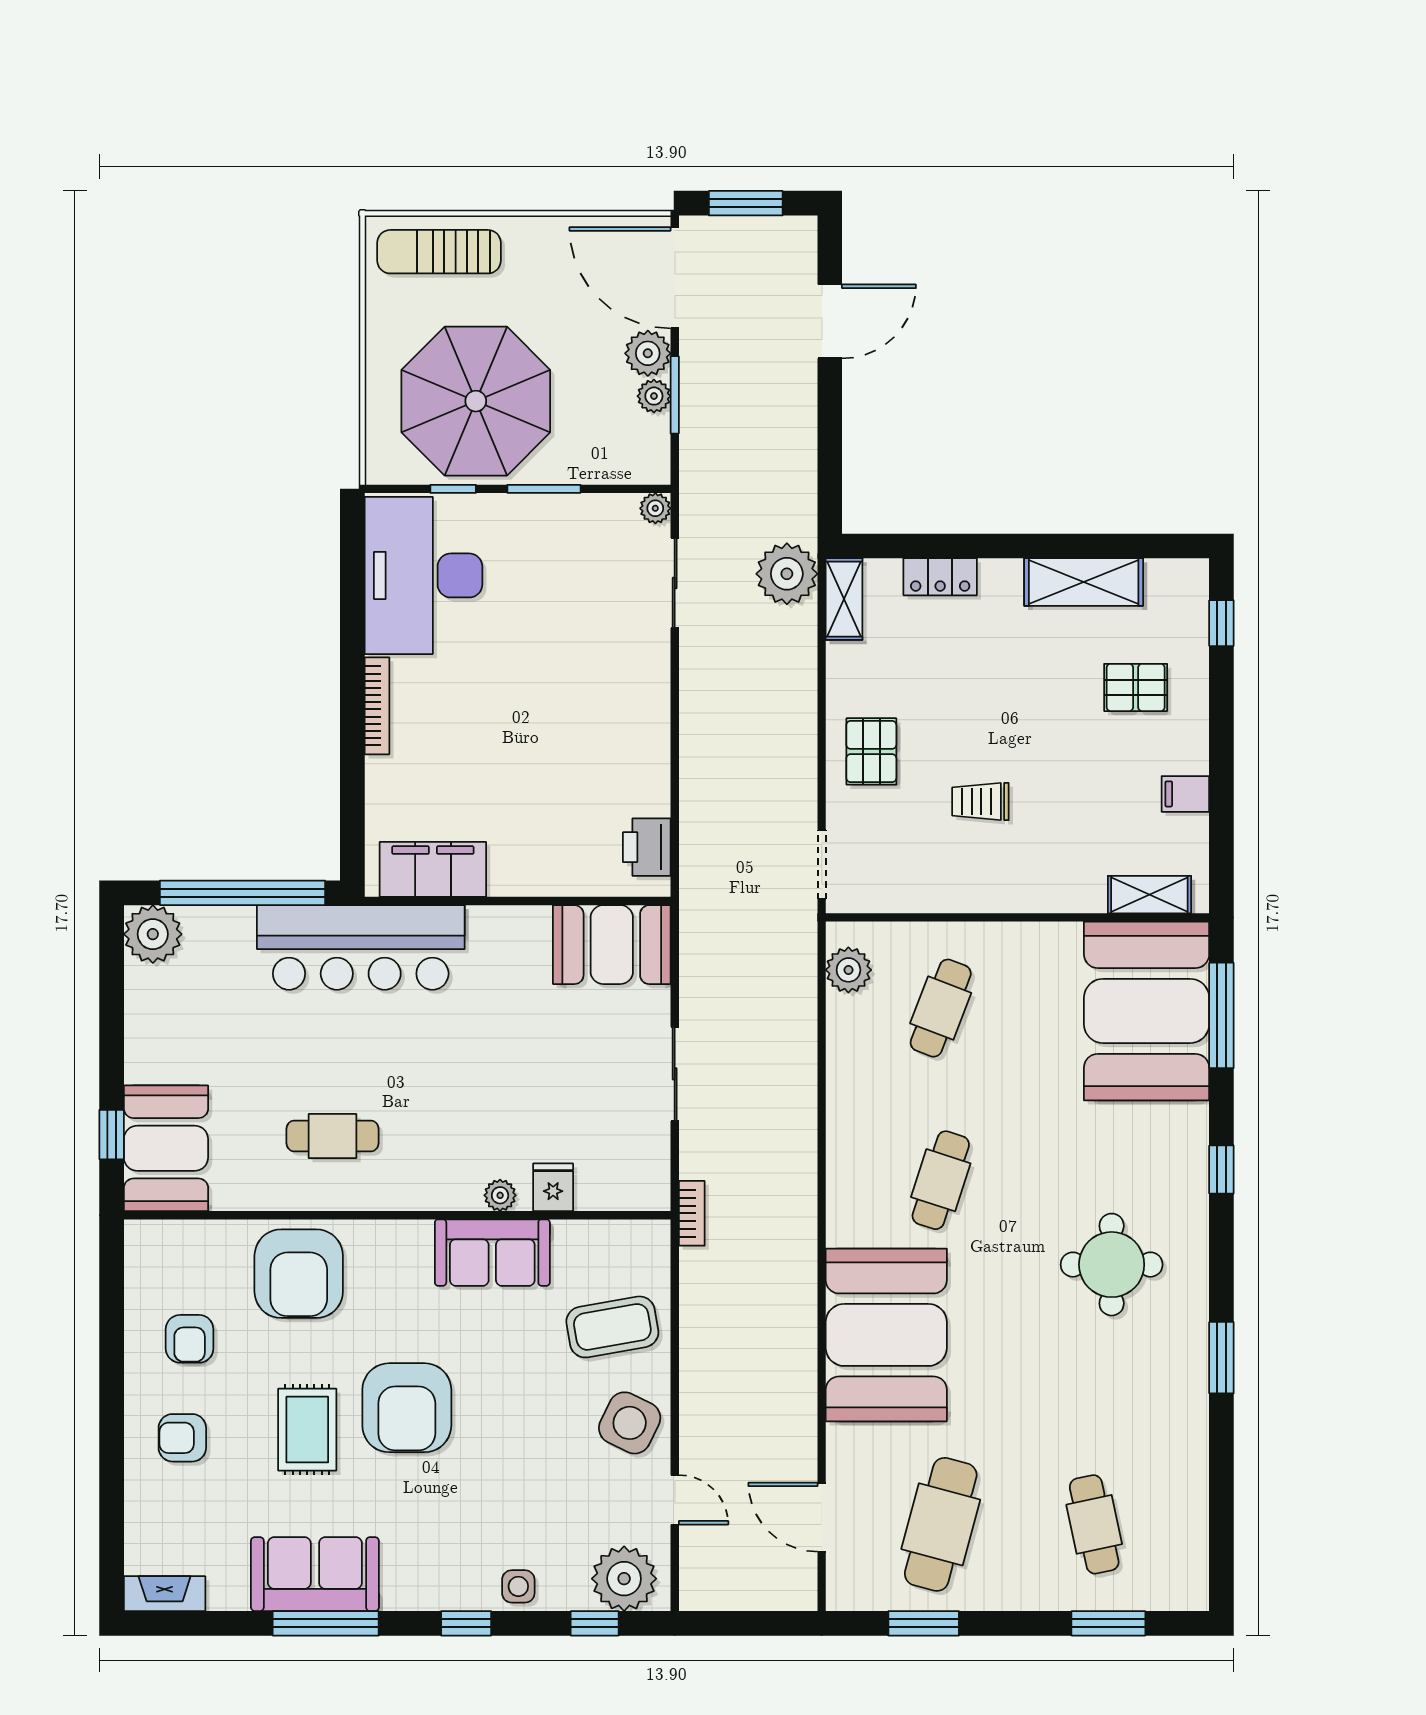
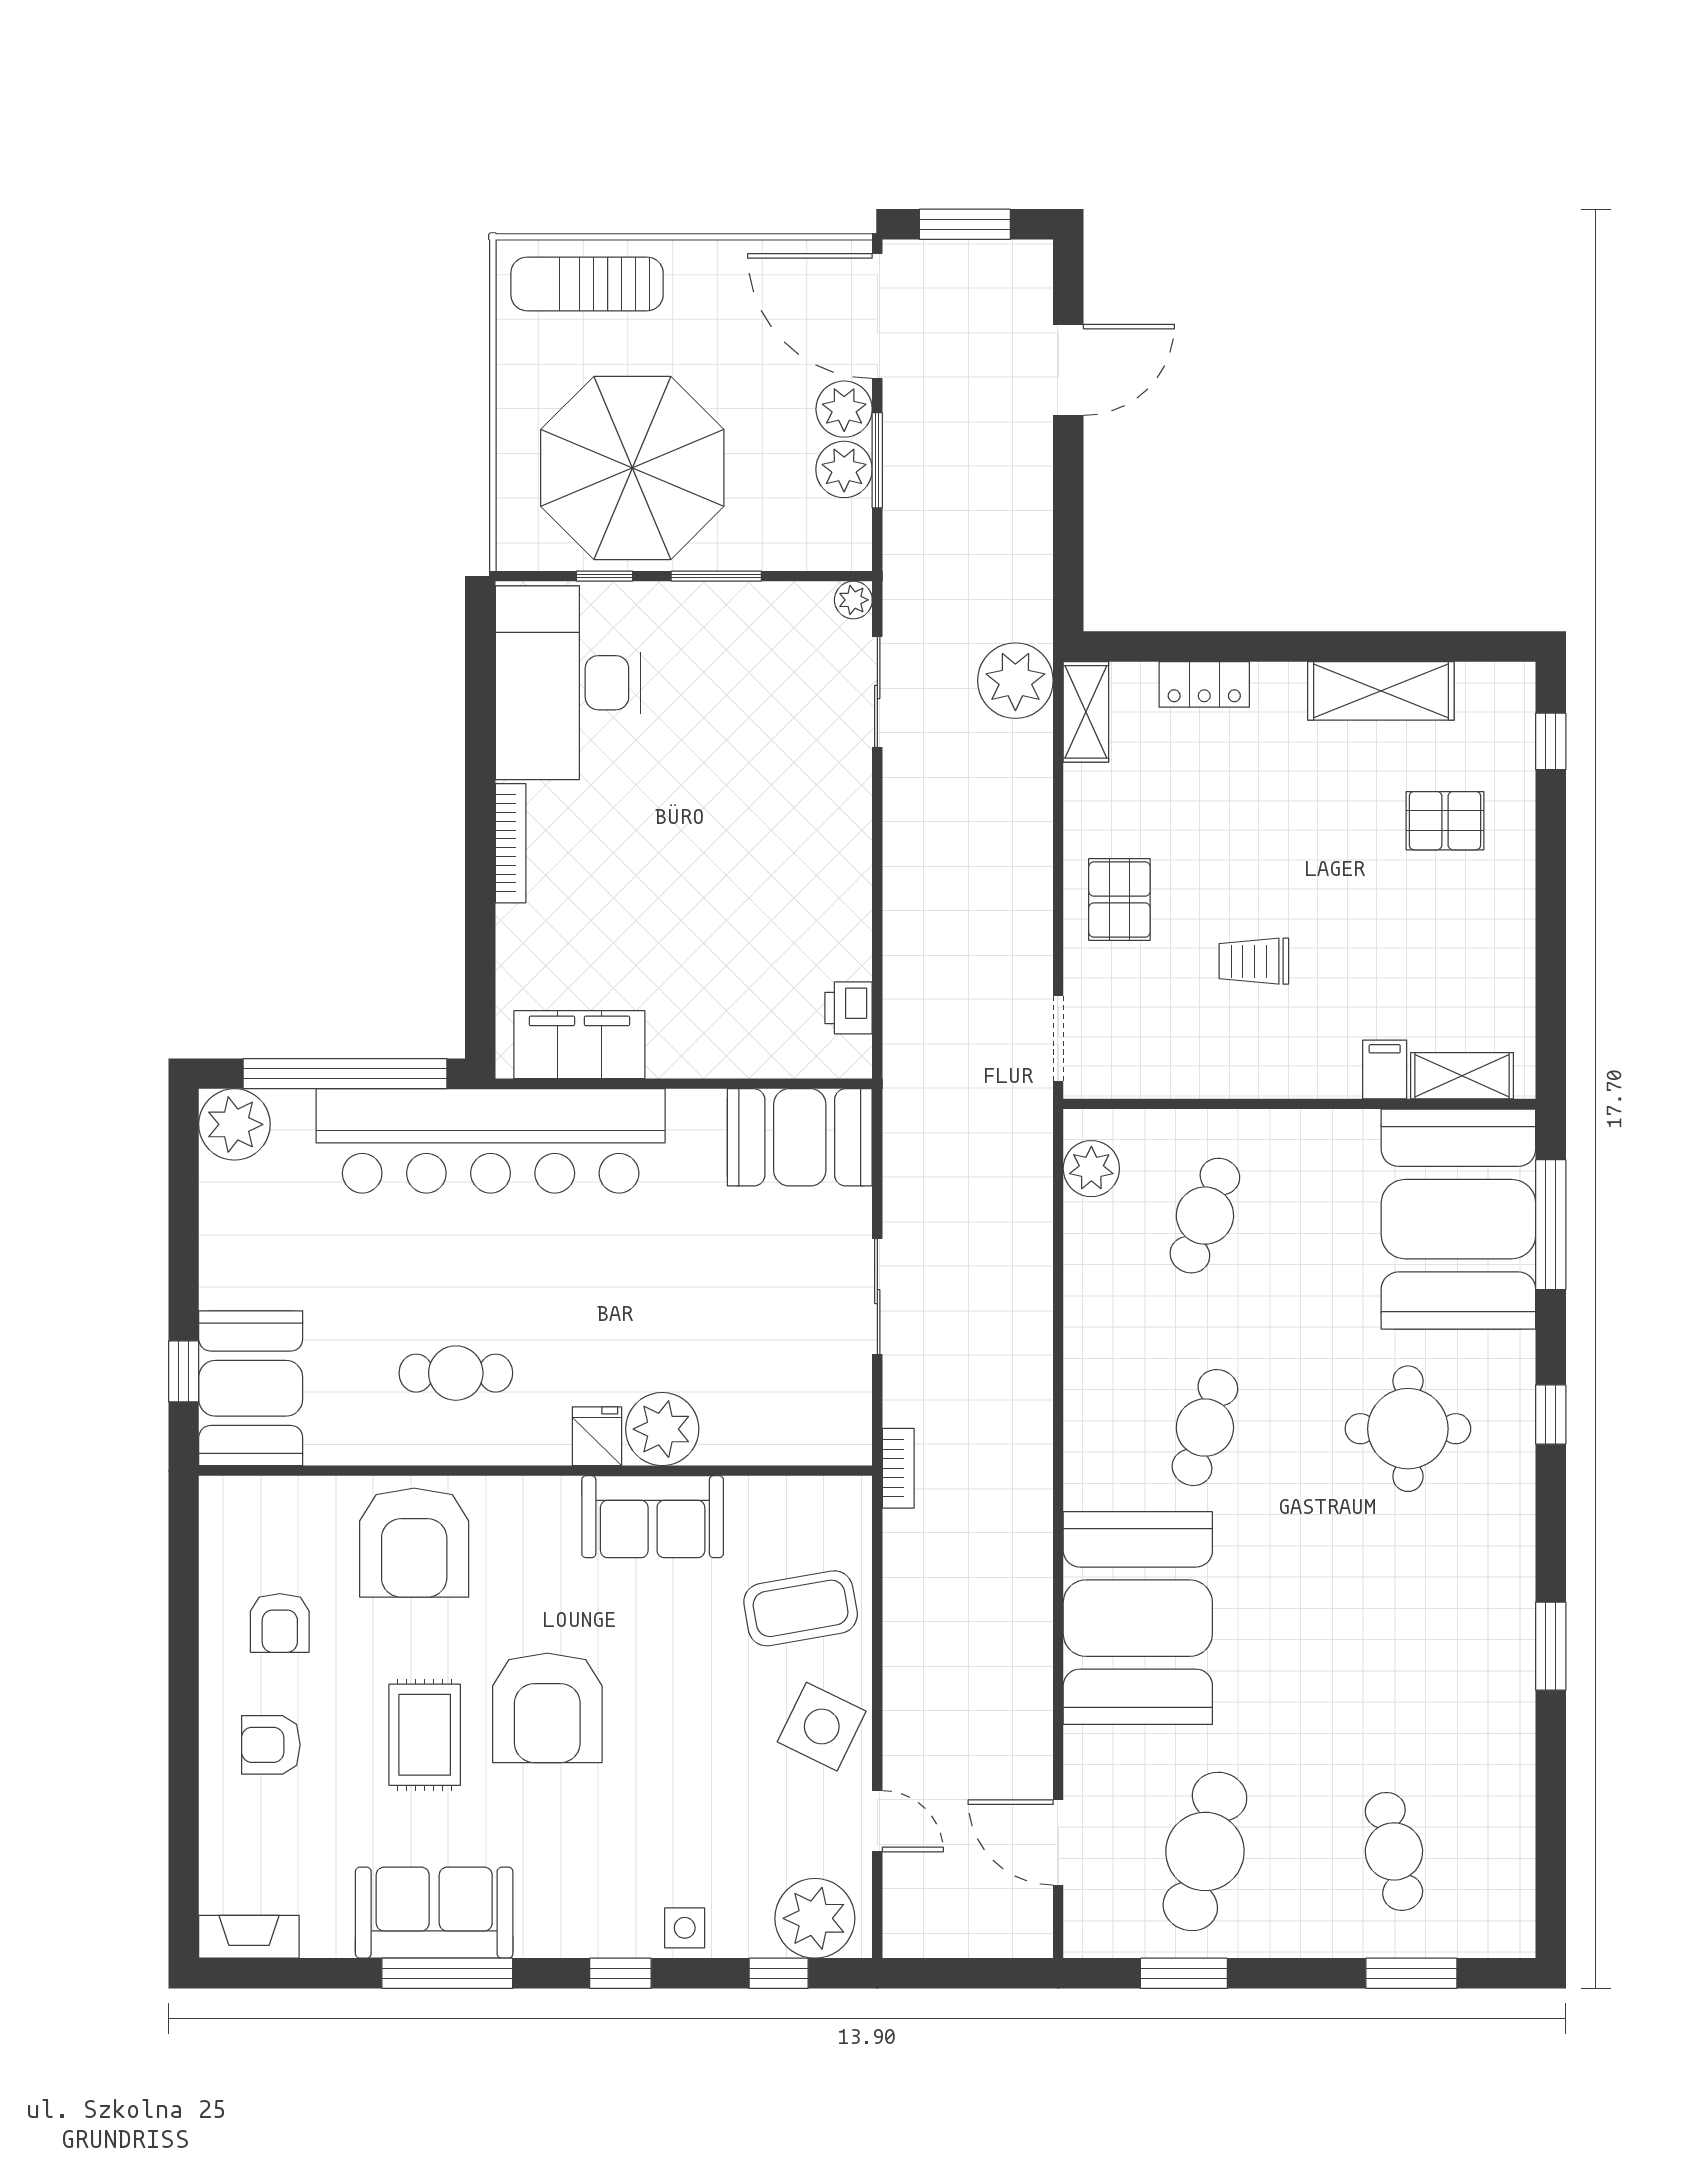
plant: (654, 396) -> (844, 469), width x1.38, depth x1.38
filing cabinet: (1185, 794) -> (1385, 1069), moved, turned 90
printer: (647, 847) -> (849, 1008), width x0.73, depth x0.81
bar counter: (361, 947) -> (491, 1141), width x1.36
fridge: (553, 1187) -> (597, 1436), moved
plant: (500, 1195) -> (662, 1429), width x1.88, depth x1.88
round table: (1112, 1265) -> (1408, 1429), moved

